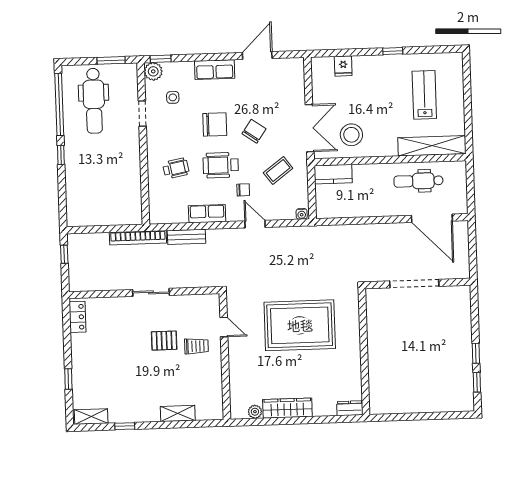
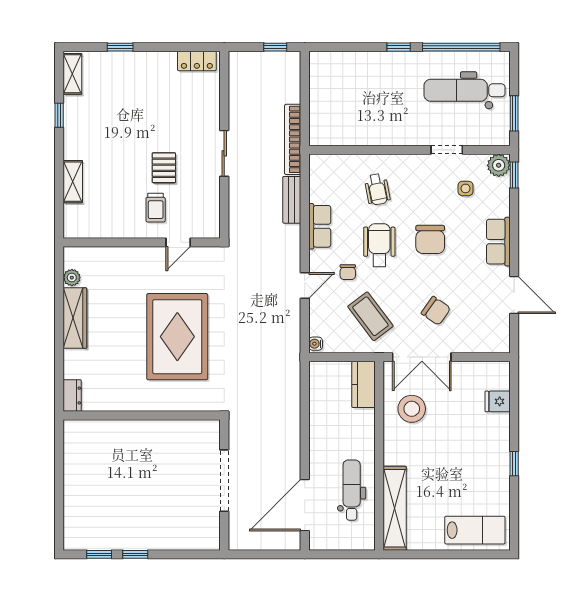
lab bench: (424, 95) -> (475, 530), moved
chair: (254, 131) -> (436, 311), moved
coffee table: (278, 170) -> (370, 316), width x1.36, depth x1.30

